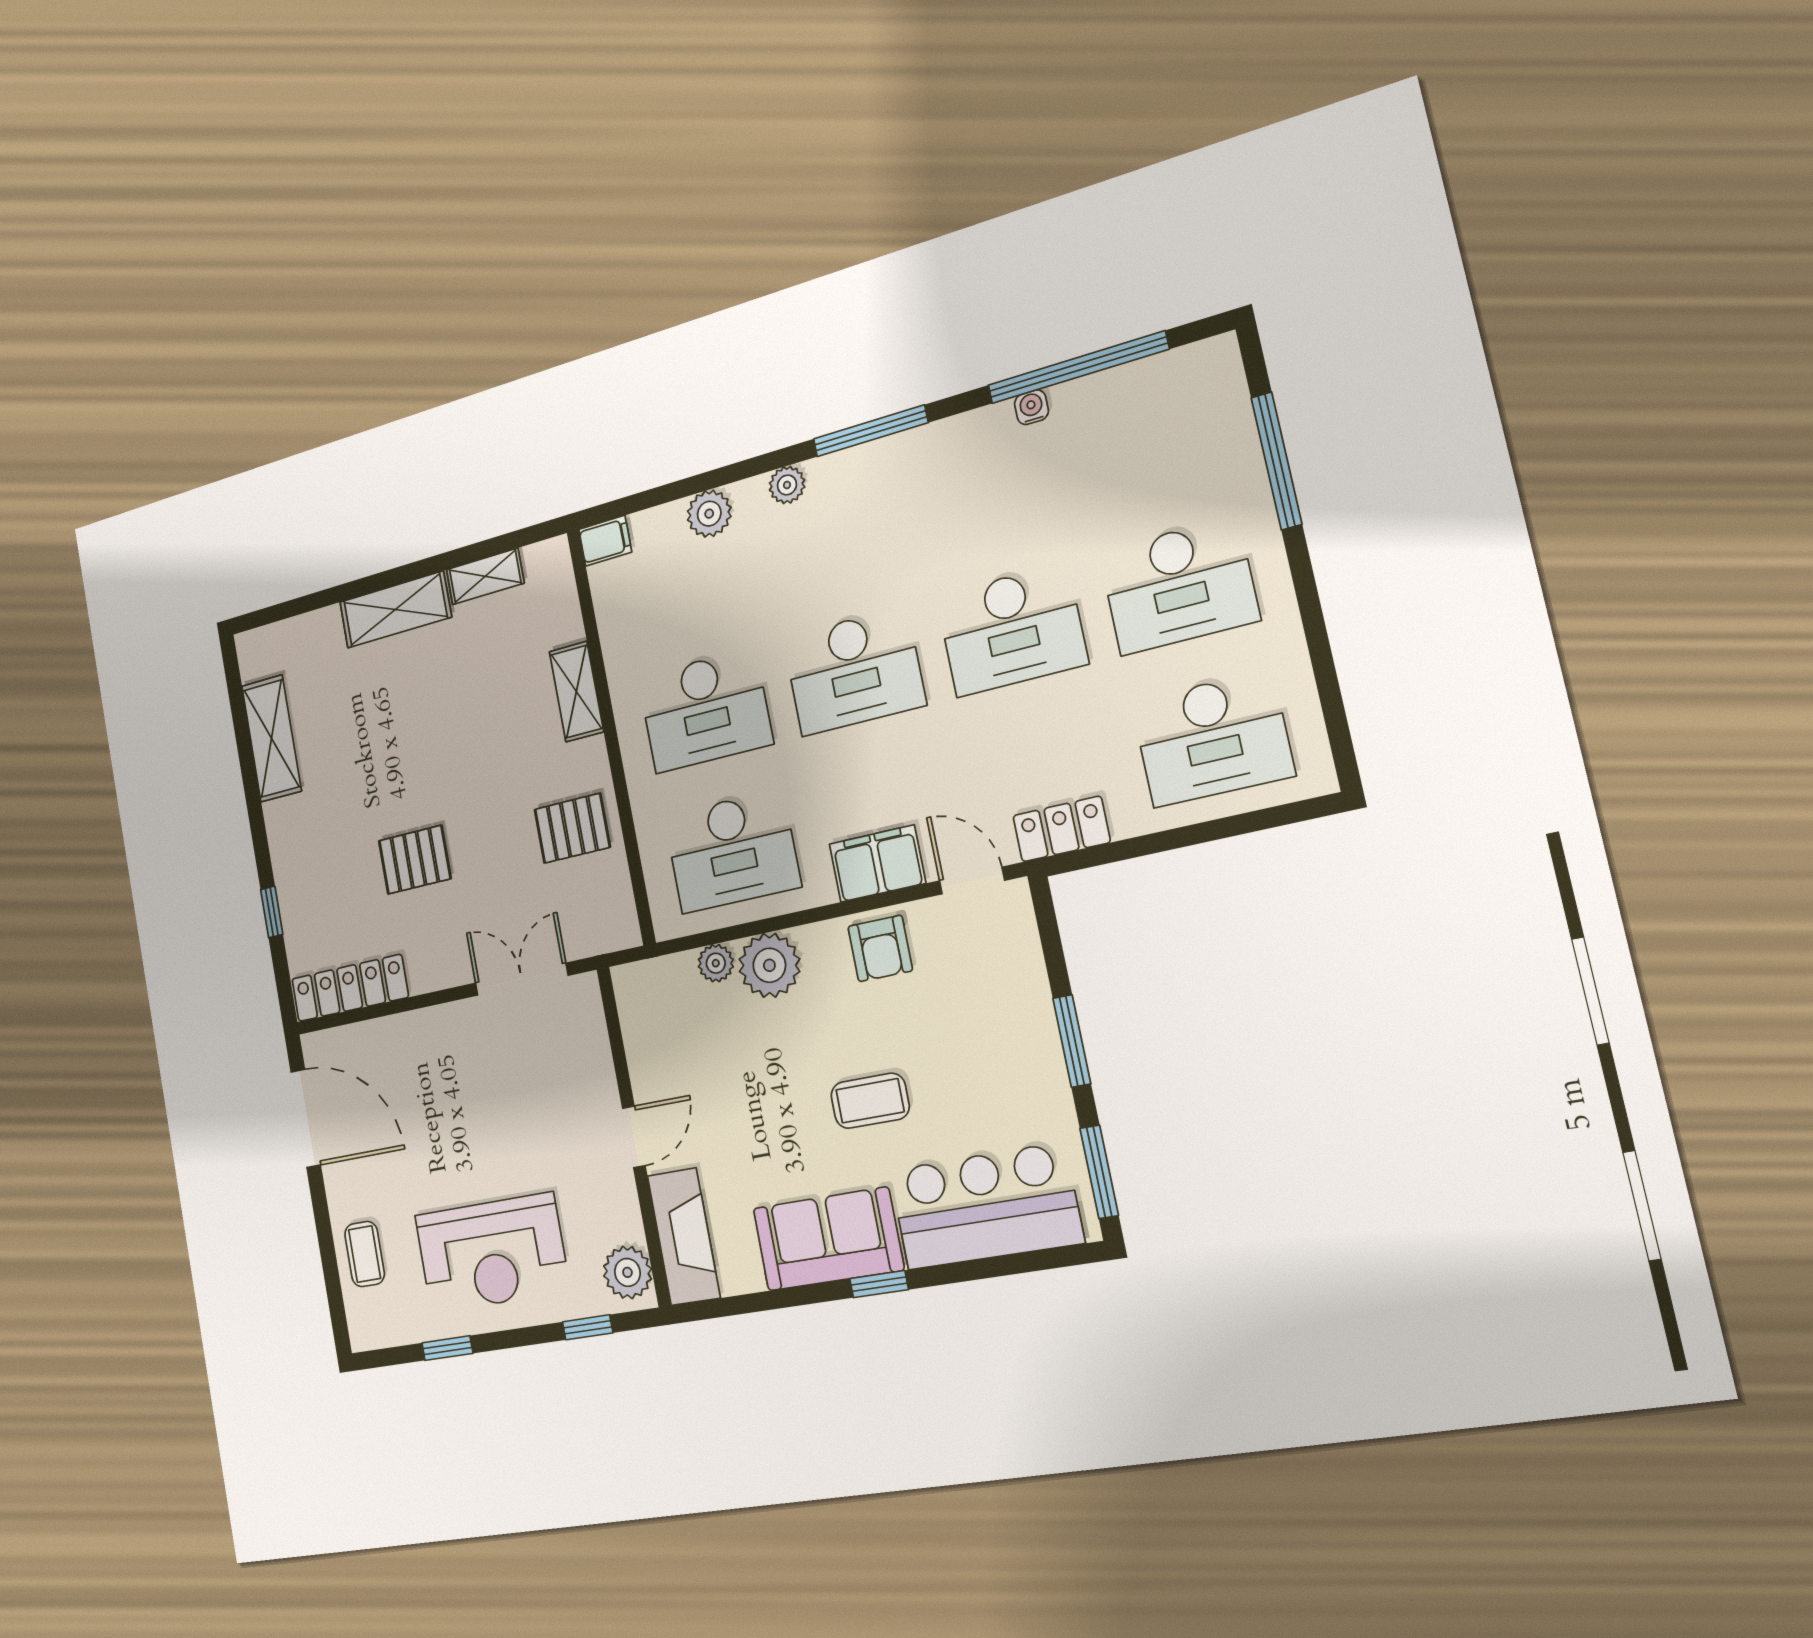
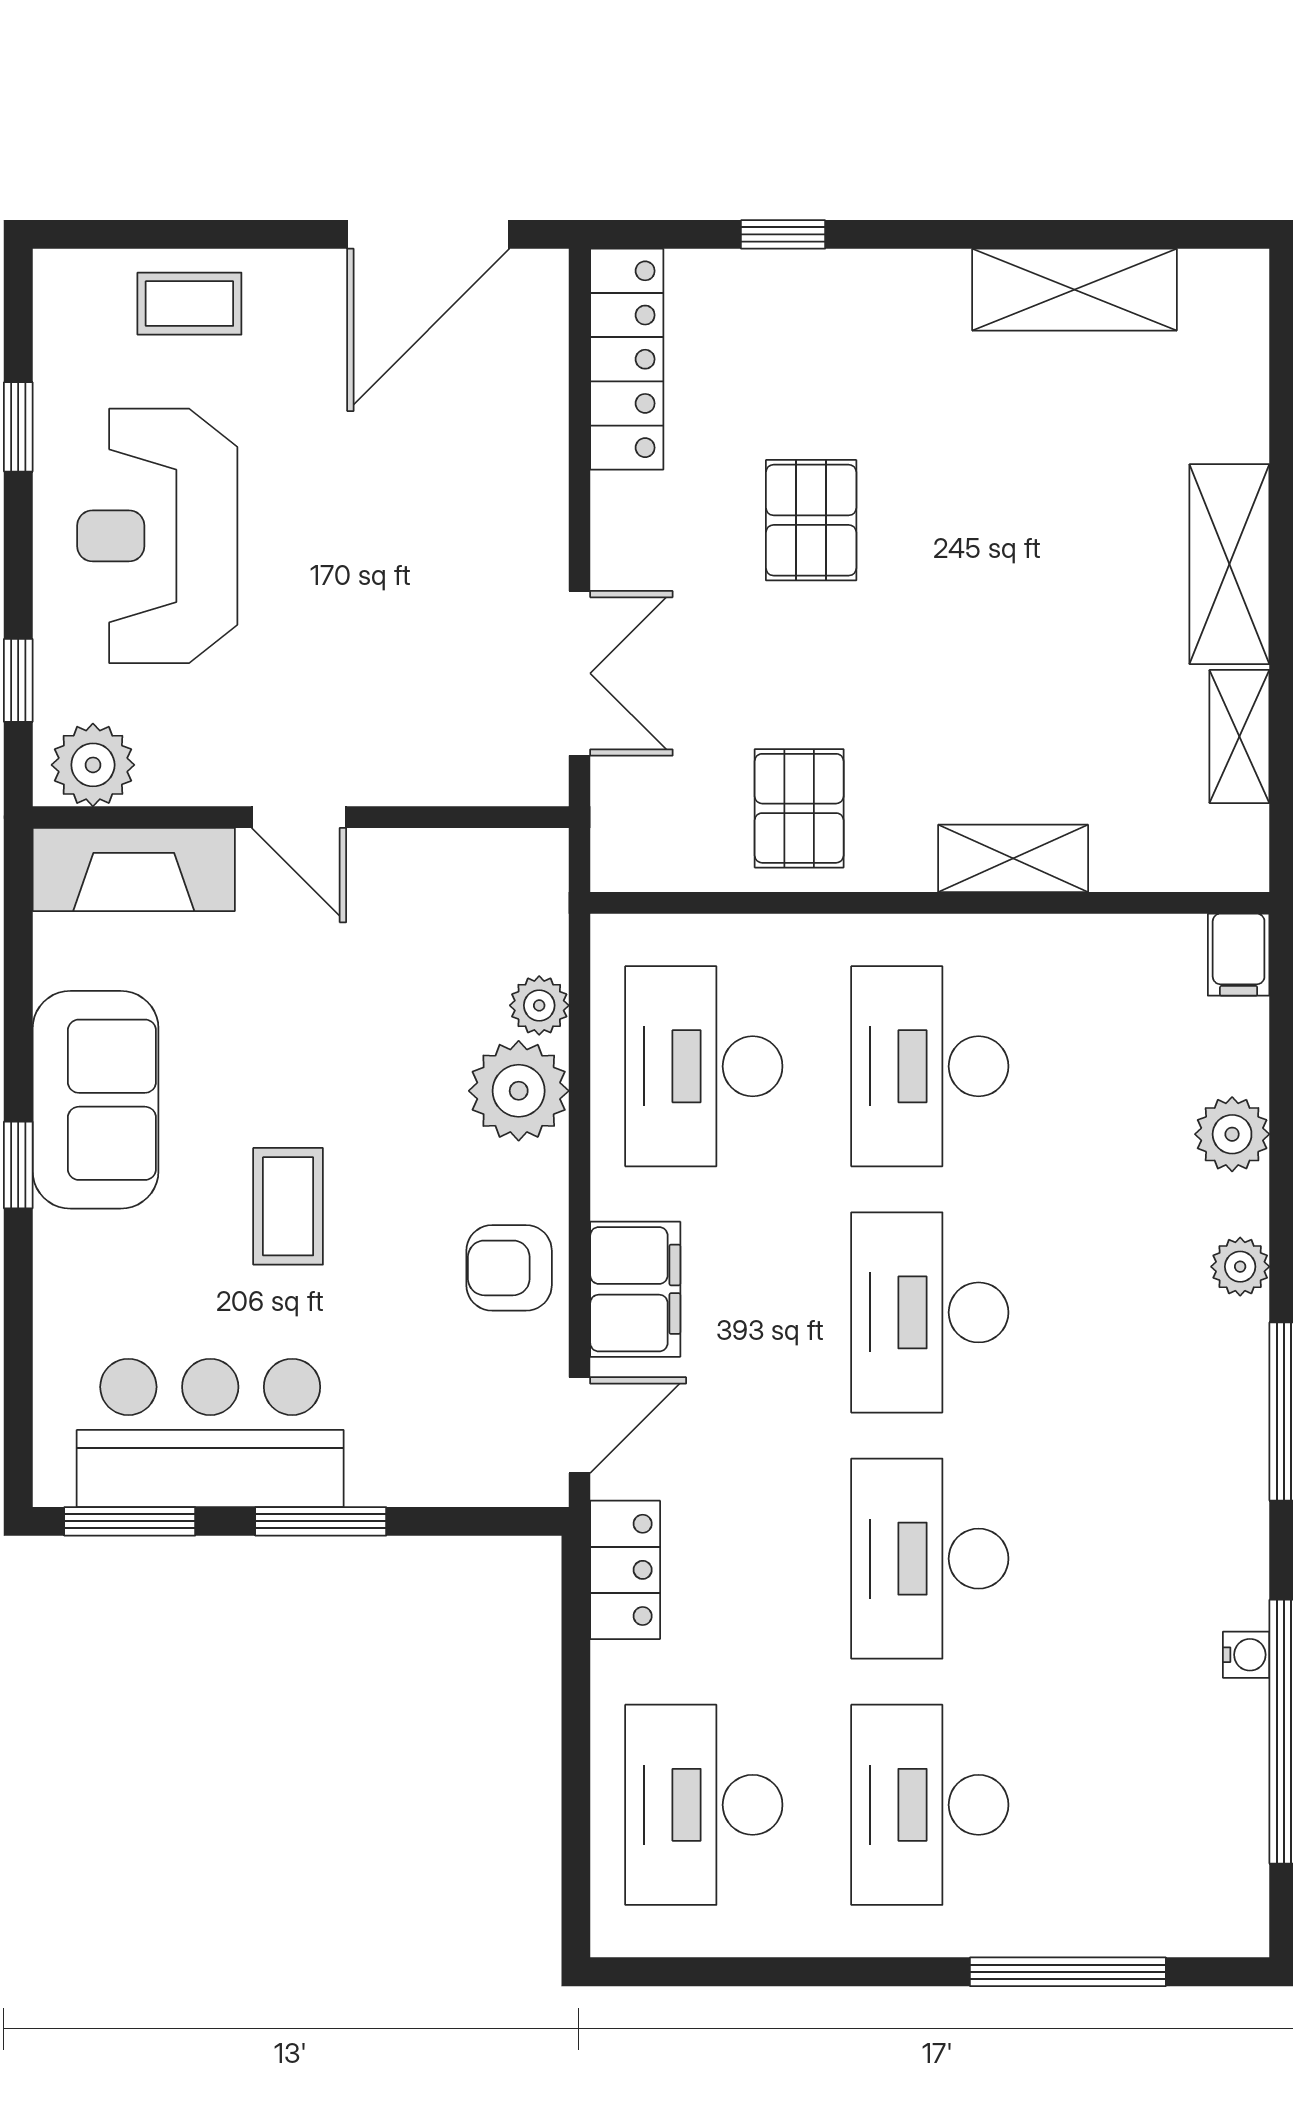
bar counter: (986, 1206) -> (210, 1433), moved, turned -90

